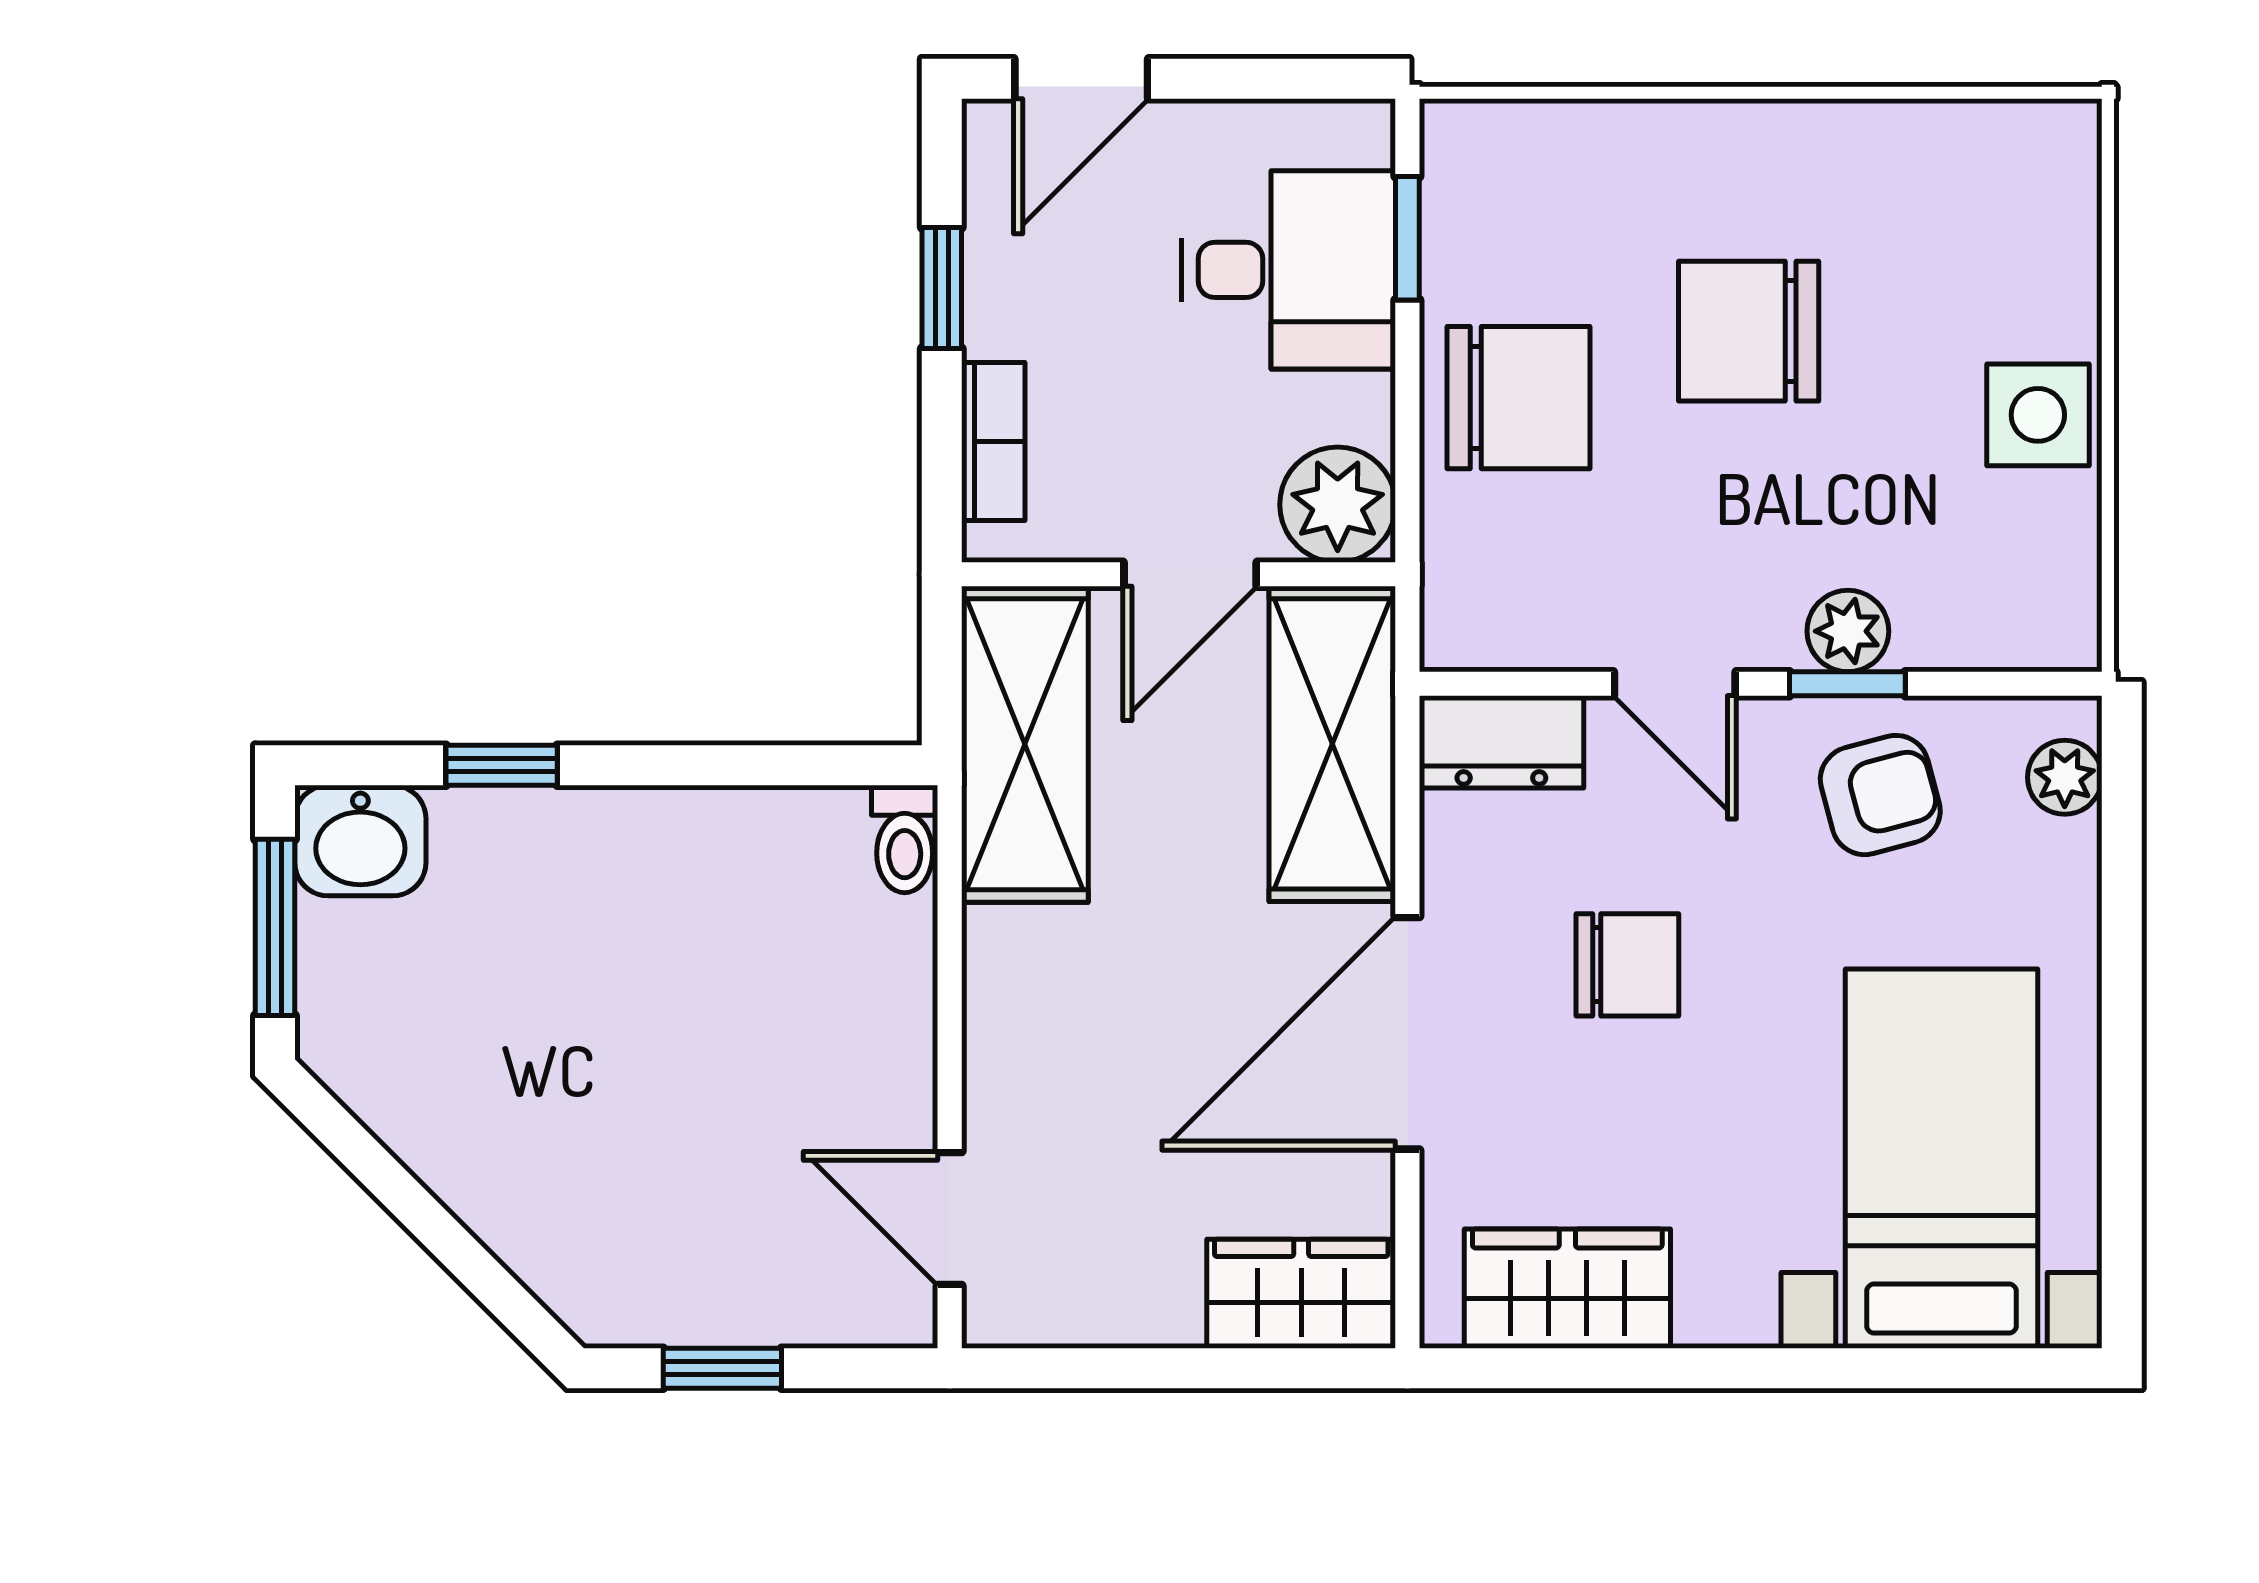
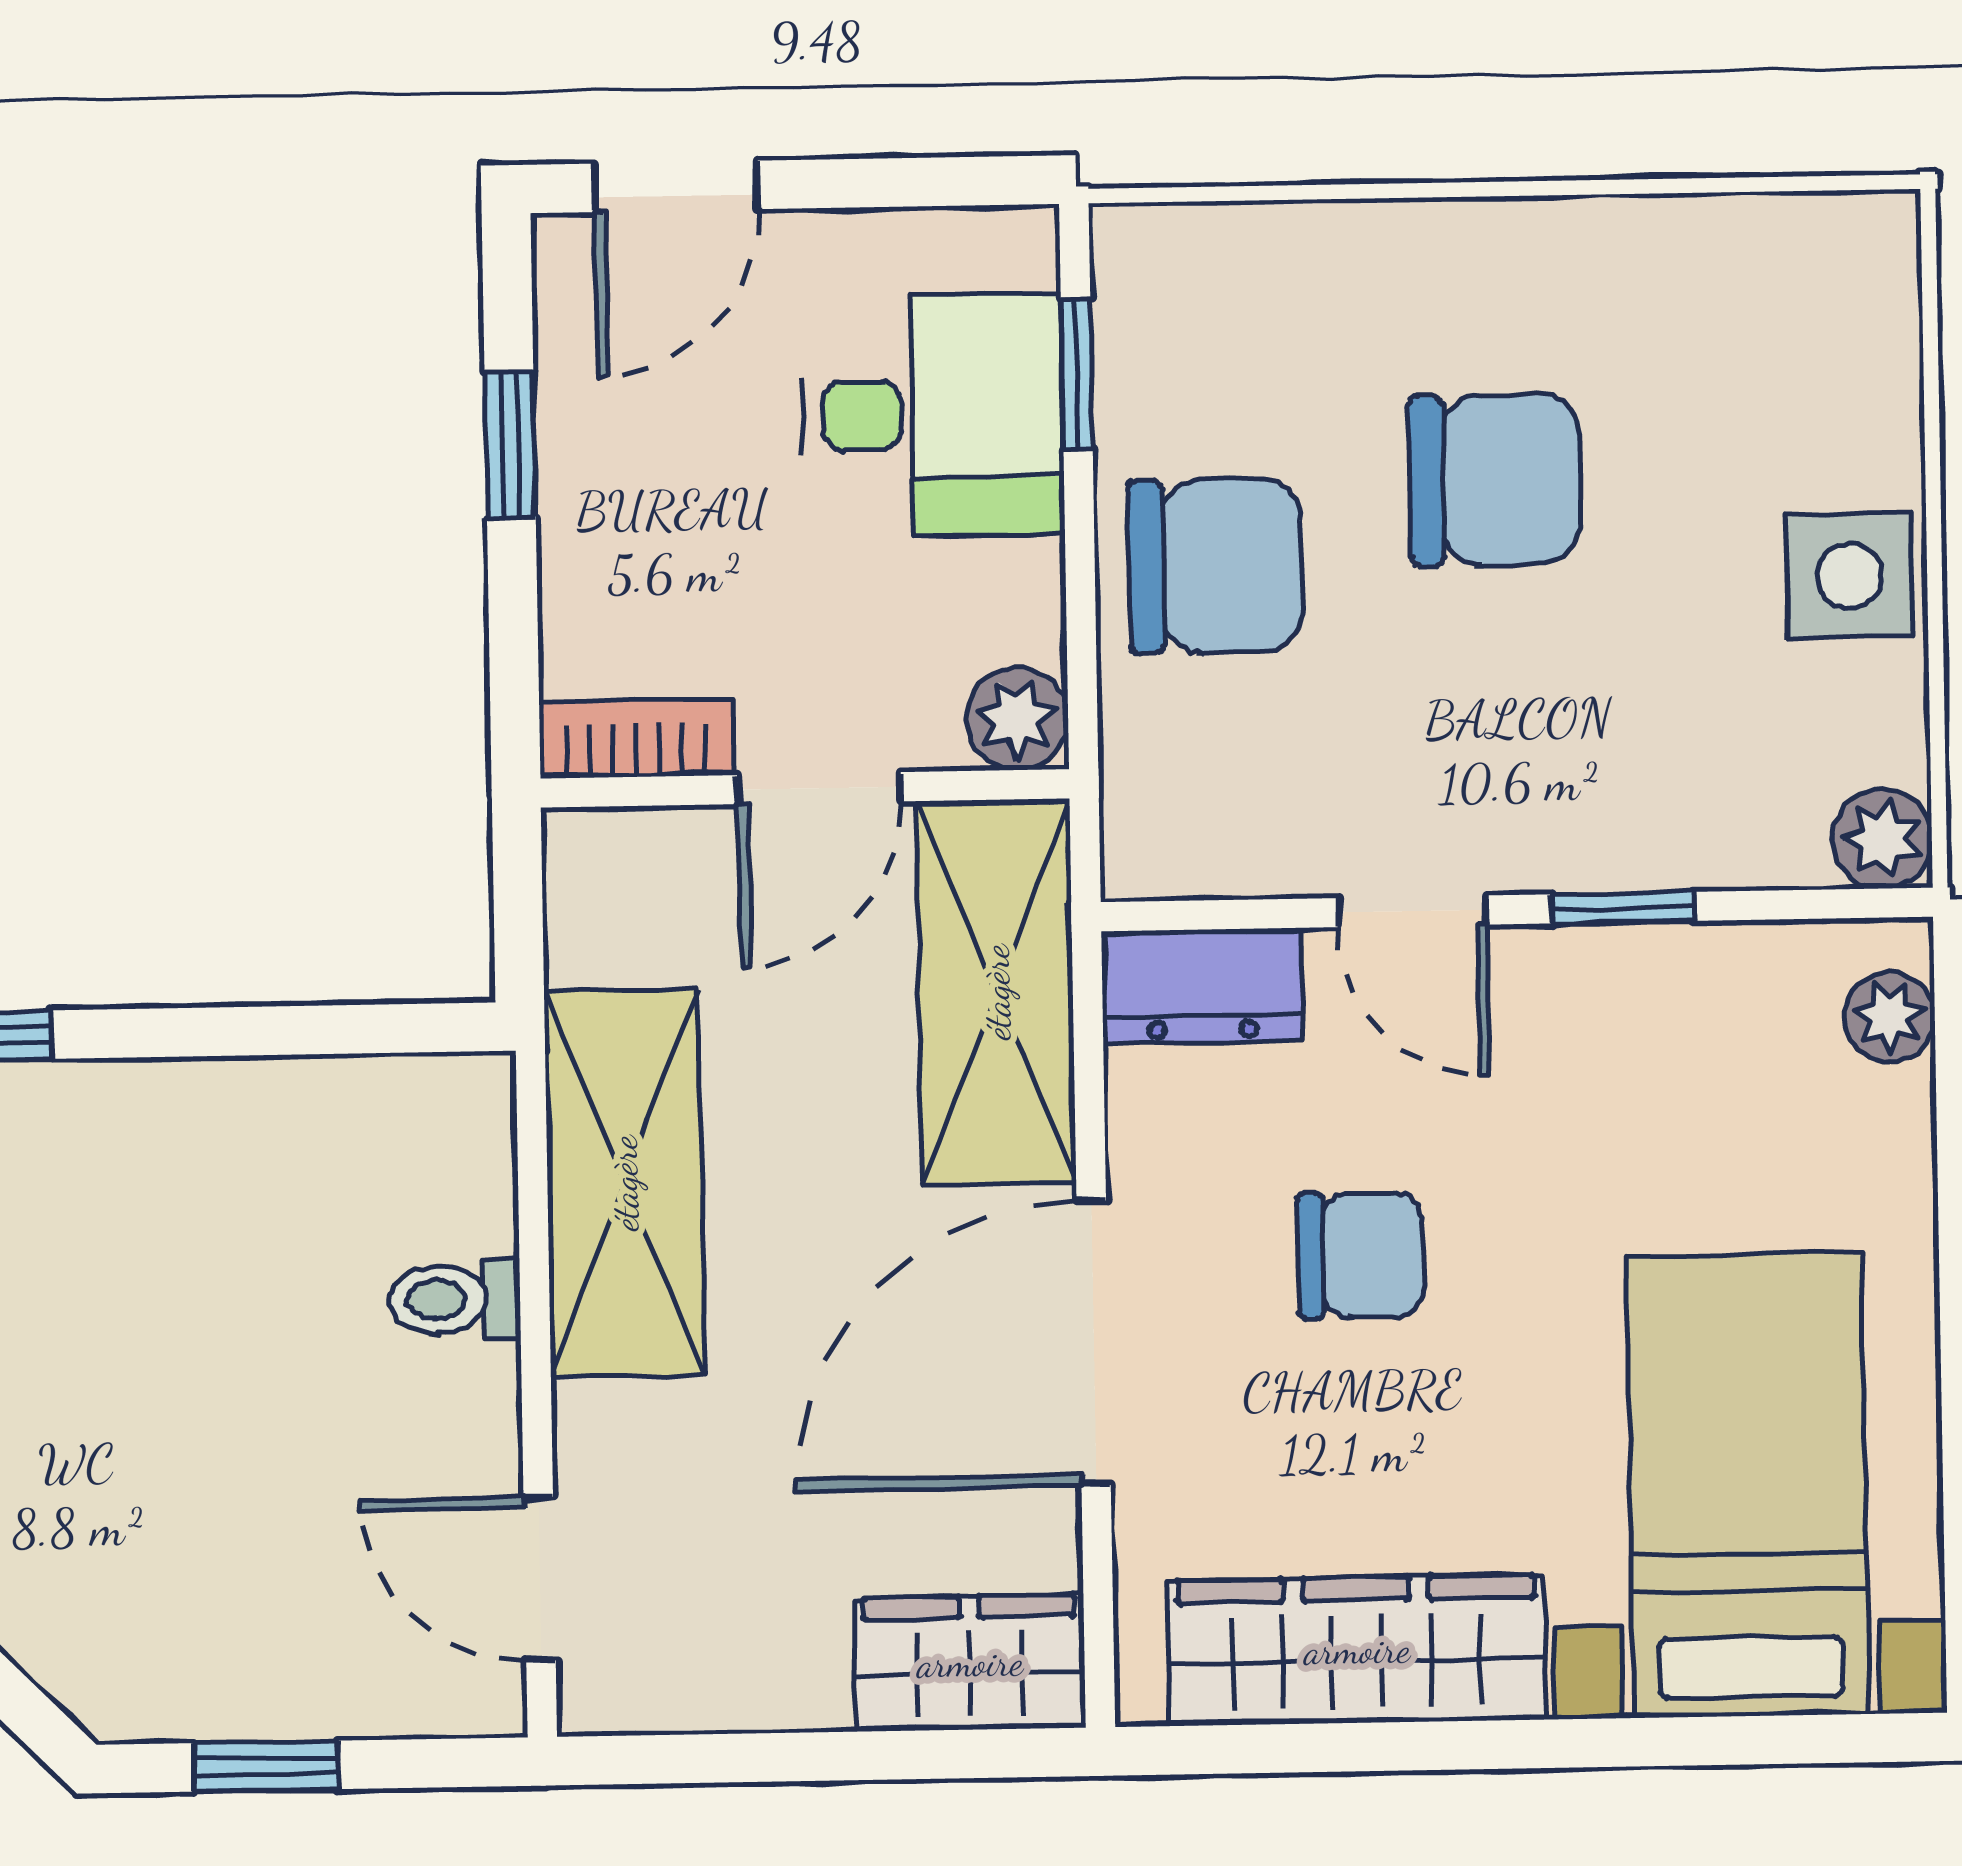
chair: (1749, 331) -> (1495, 480), turned 180
bookcase: (993, 442) -> (636, 738), moved, turned -90
plant: (1338, 505) -> (1017, 719), width x0.73, depth x0.73
plant: (1848, 631) -> (1882, 839), moved
shelving: (1025, 744) -> (624, 1183), moved
armchair: (1880, 795) -> (1665, 1043), removed
toilet: (905, 839) -> (455, 1299), moved, turned 90
wardrobe: (1567, 1289) -> (1357, 1650), width x1.50

